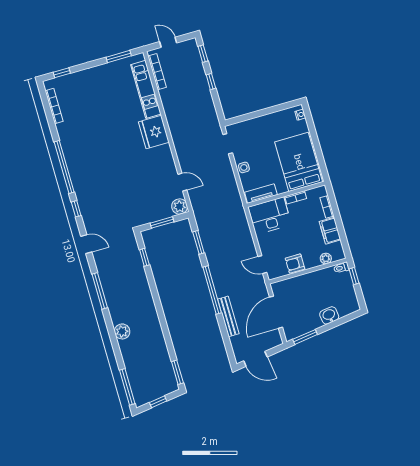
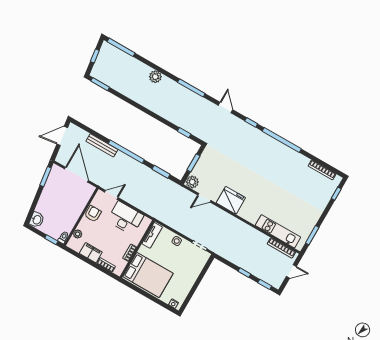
fridge: (154, 132) -> (231, 200), moved
desk: (270, 216) -> (125, 218), moved, turned -90
door: (86, 244) -> (225, 108), swing flipped
washbasin: (329, 315) -> (37, 220), moved

